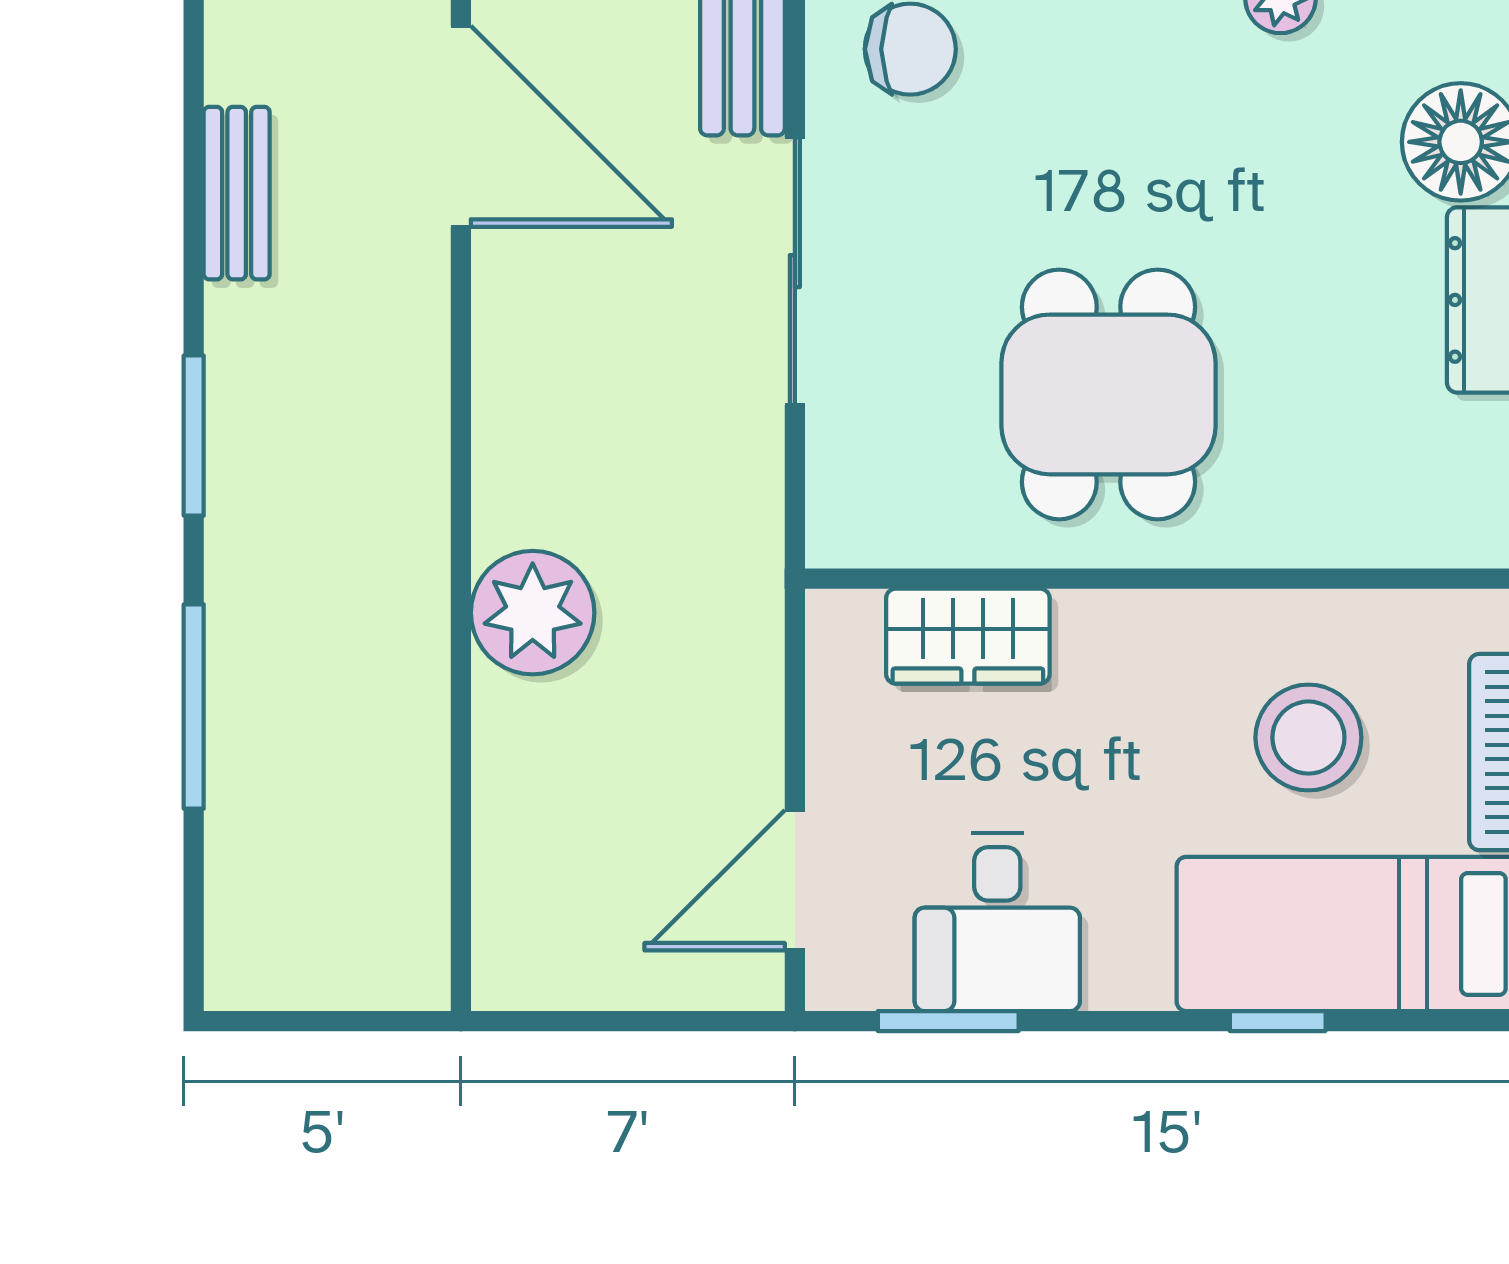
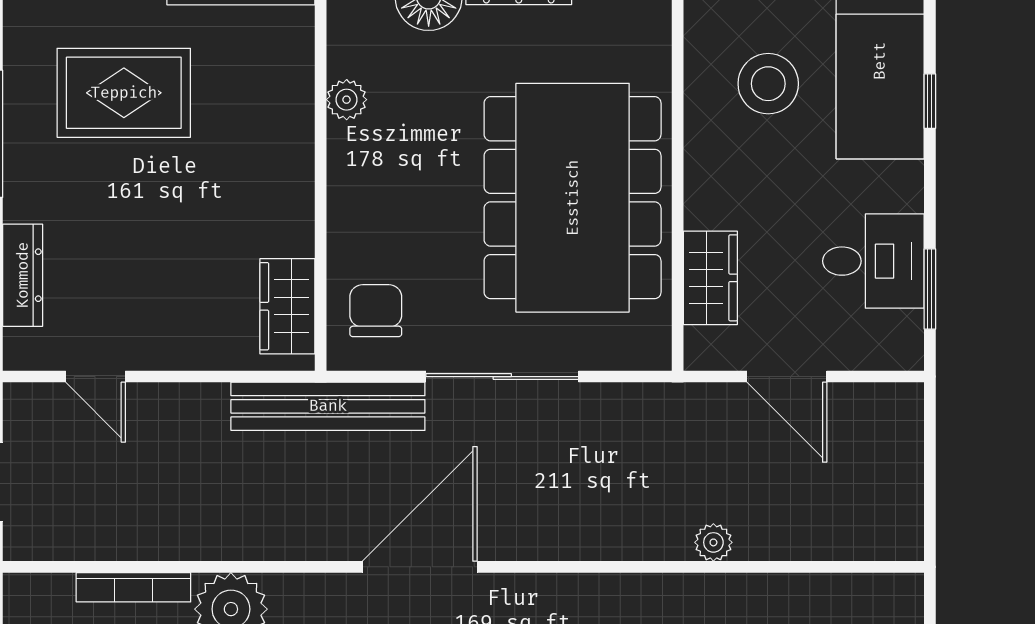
dining table: (1108, 394) -> (573, 198), width x1.88, depth x1.24
plant: (533, 613) -> (713, 542), width x0.53, depth x0.53
door: (795, 880) -> (787, 377), moved

